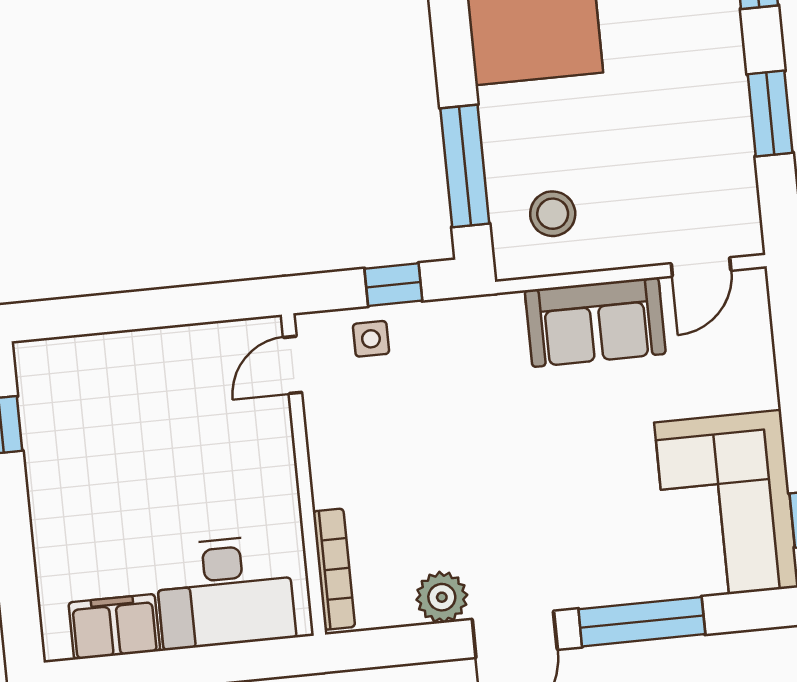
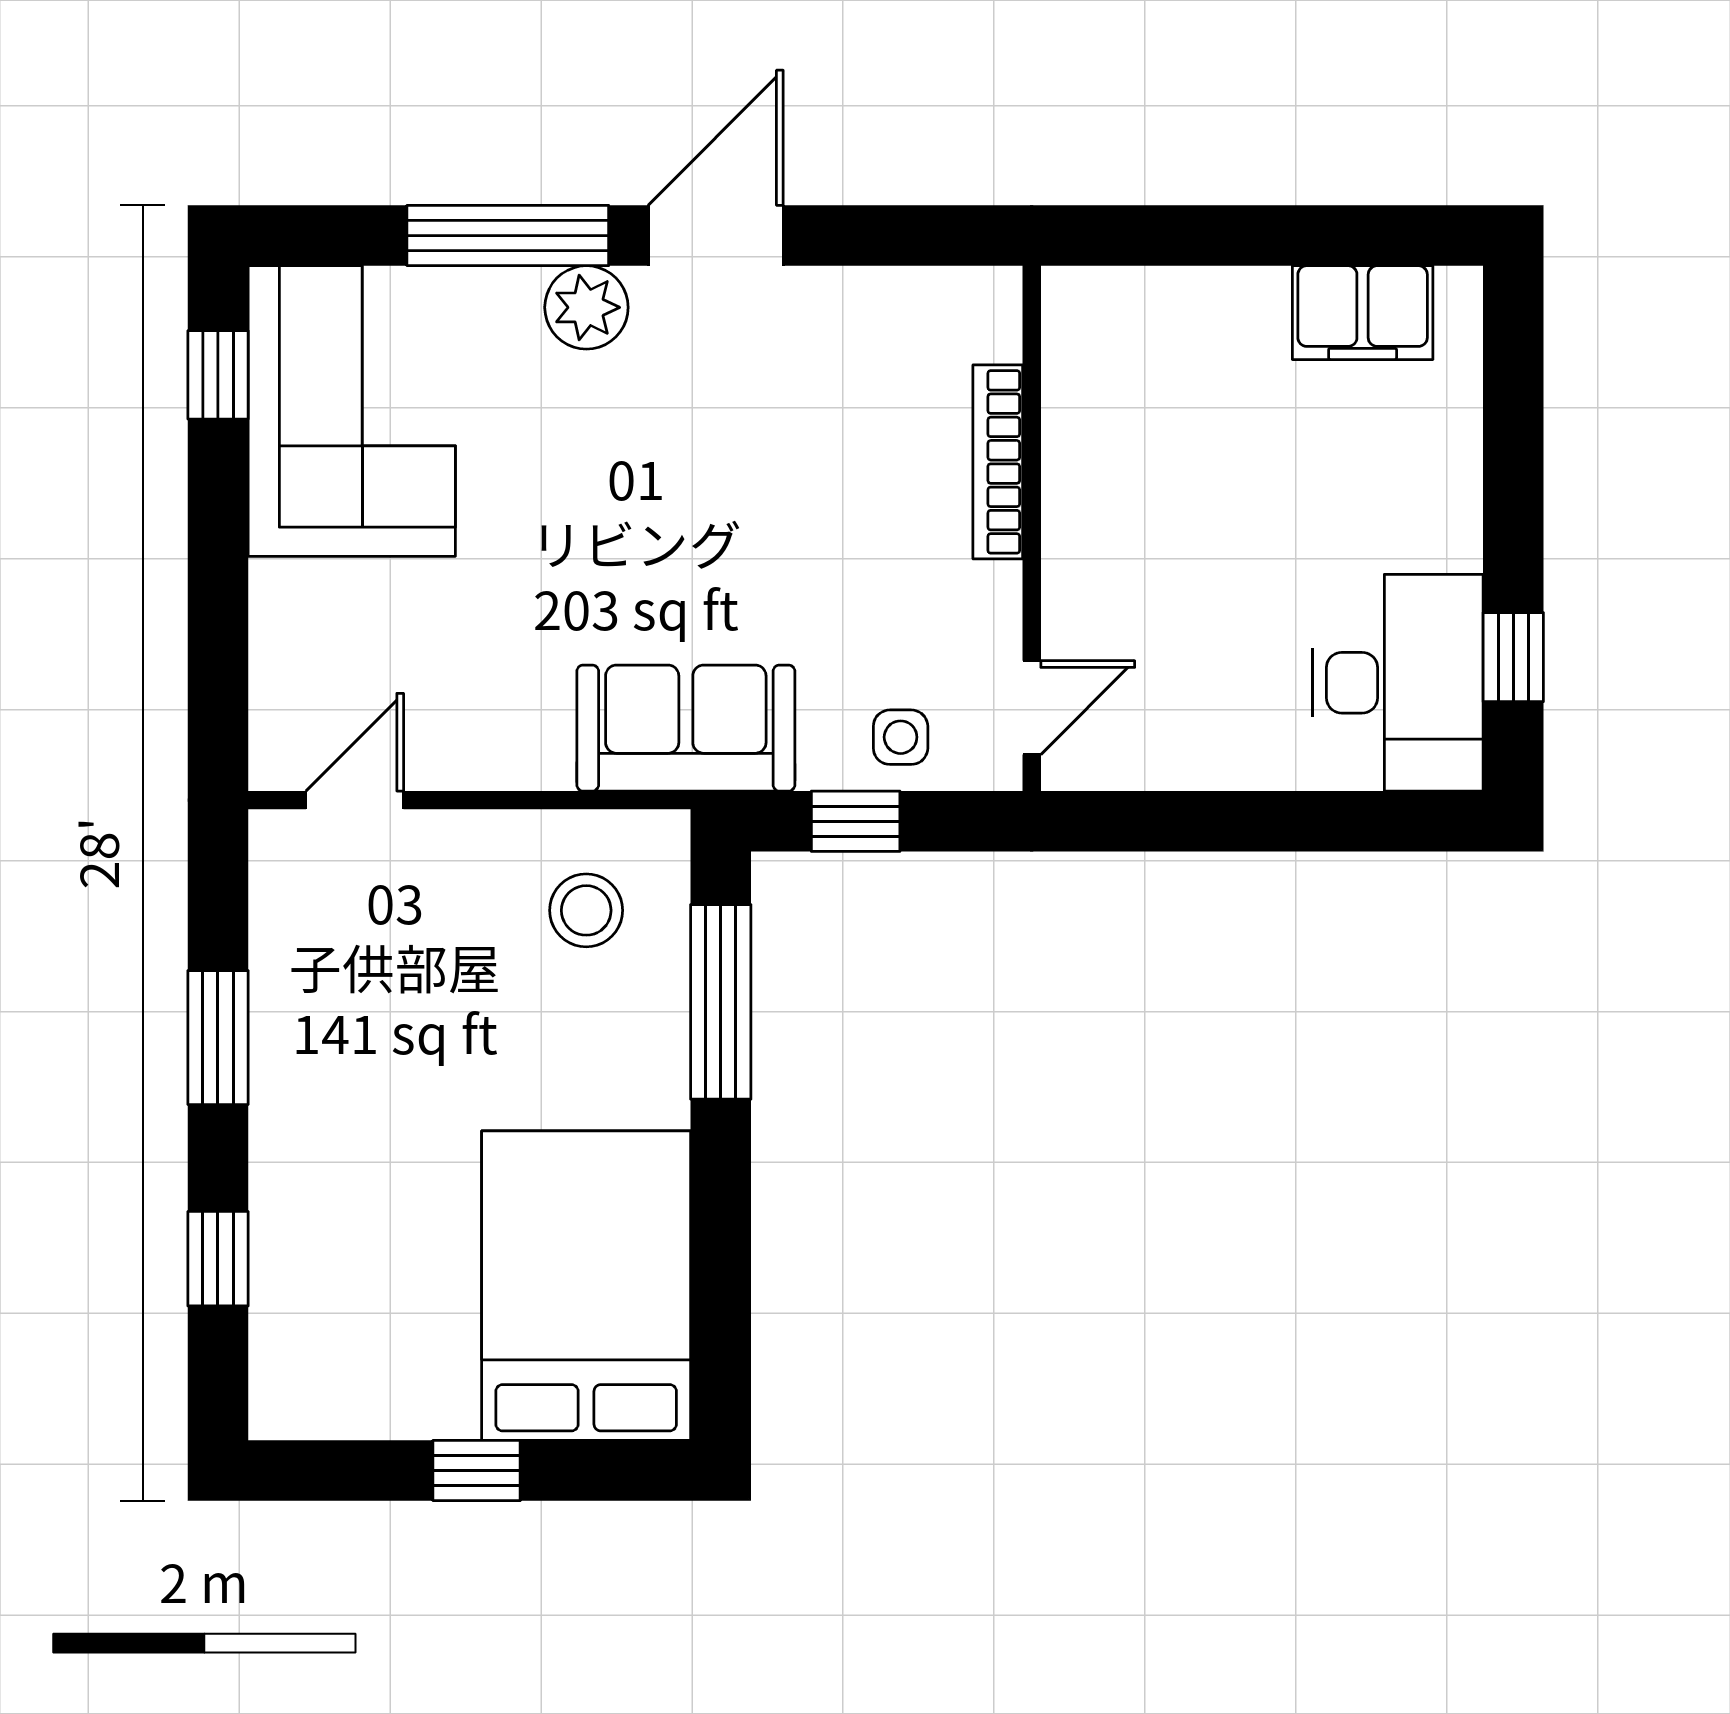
sofa: (595, 322) -> (686, 728), moved
bookcase: (334, 569) -> (998, 462), moved
desk: (225, 592) -> (1398, 683), moved, turned 90
plant: (442, 597) -> (586, 307), moved

